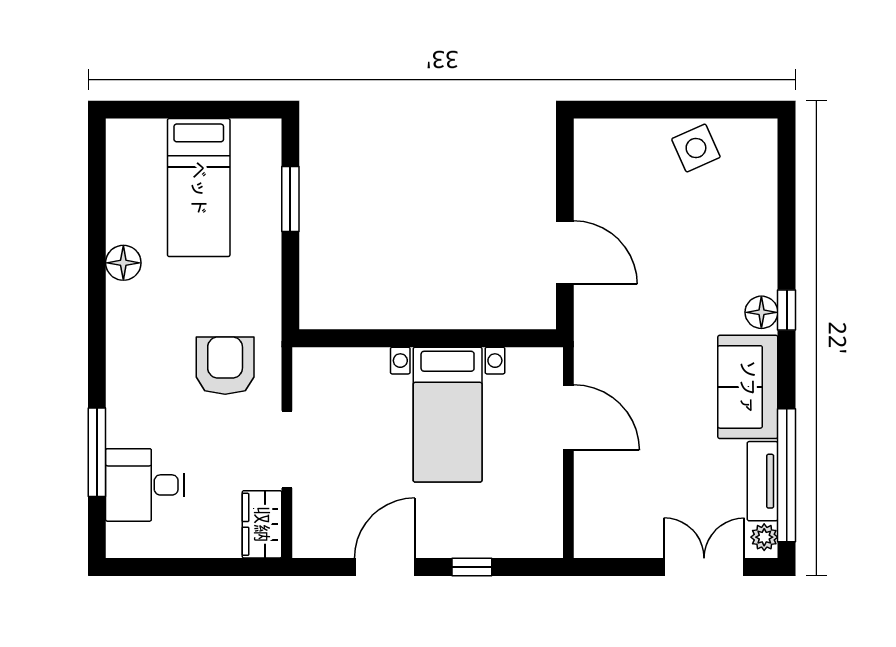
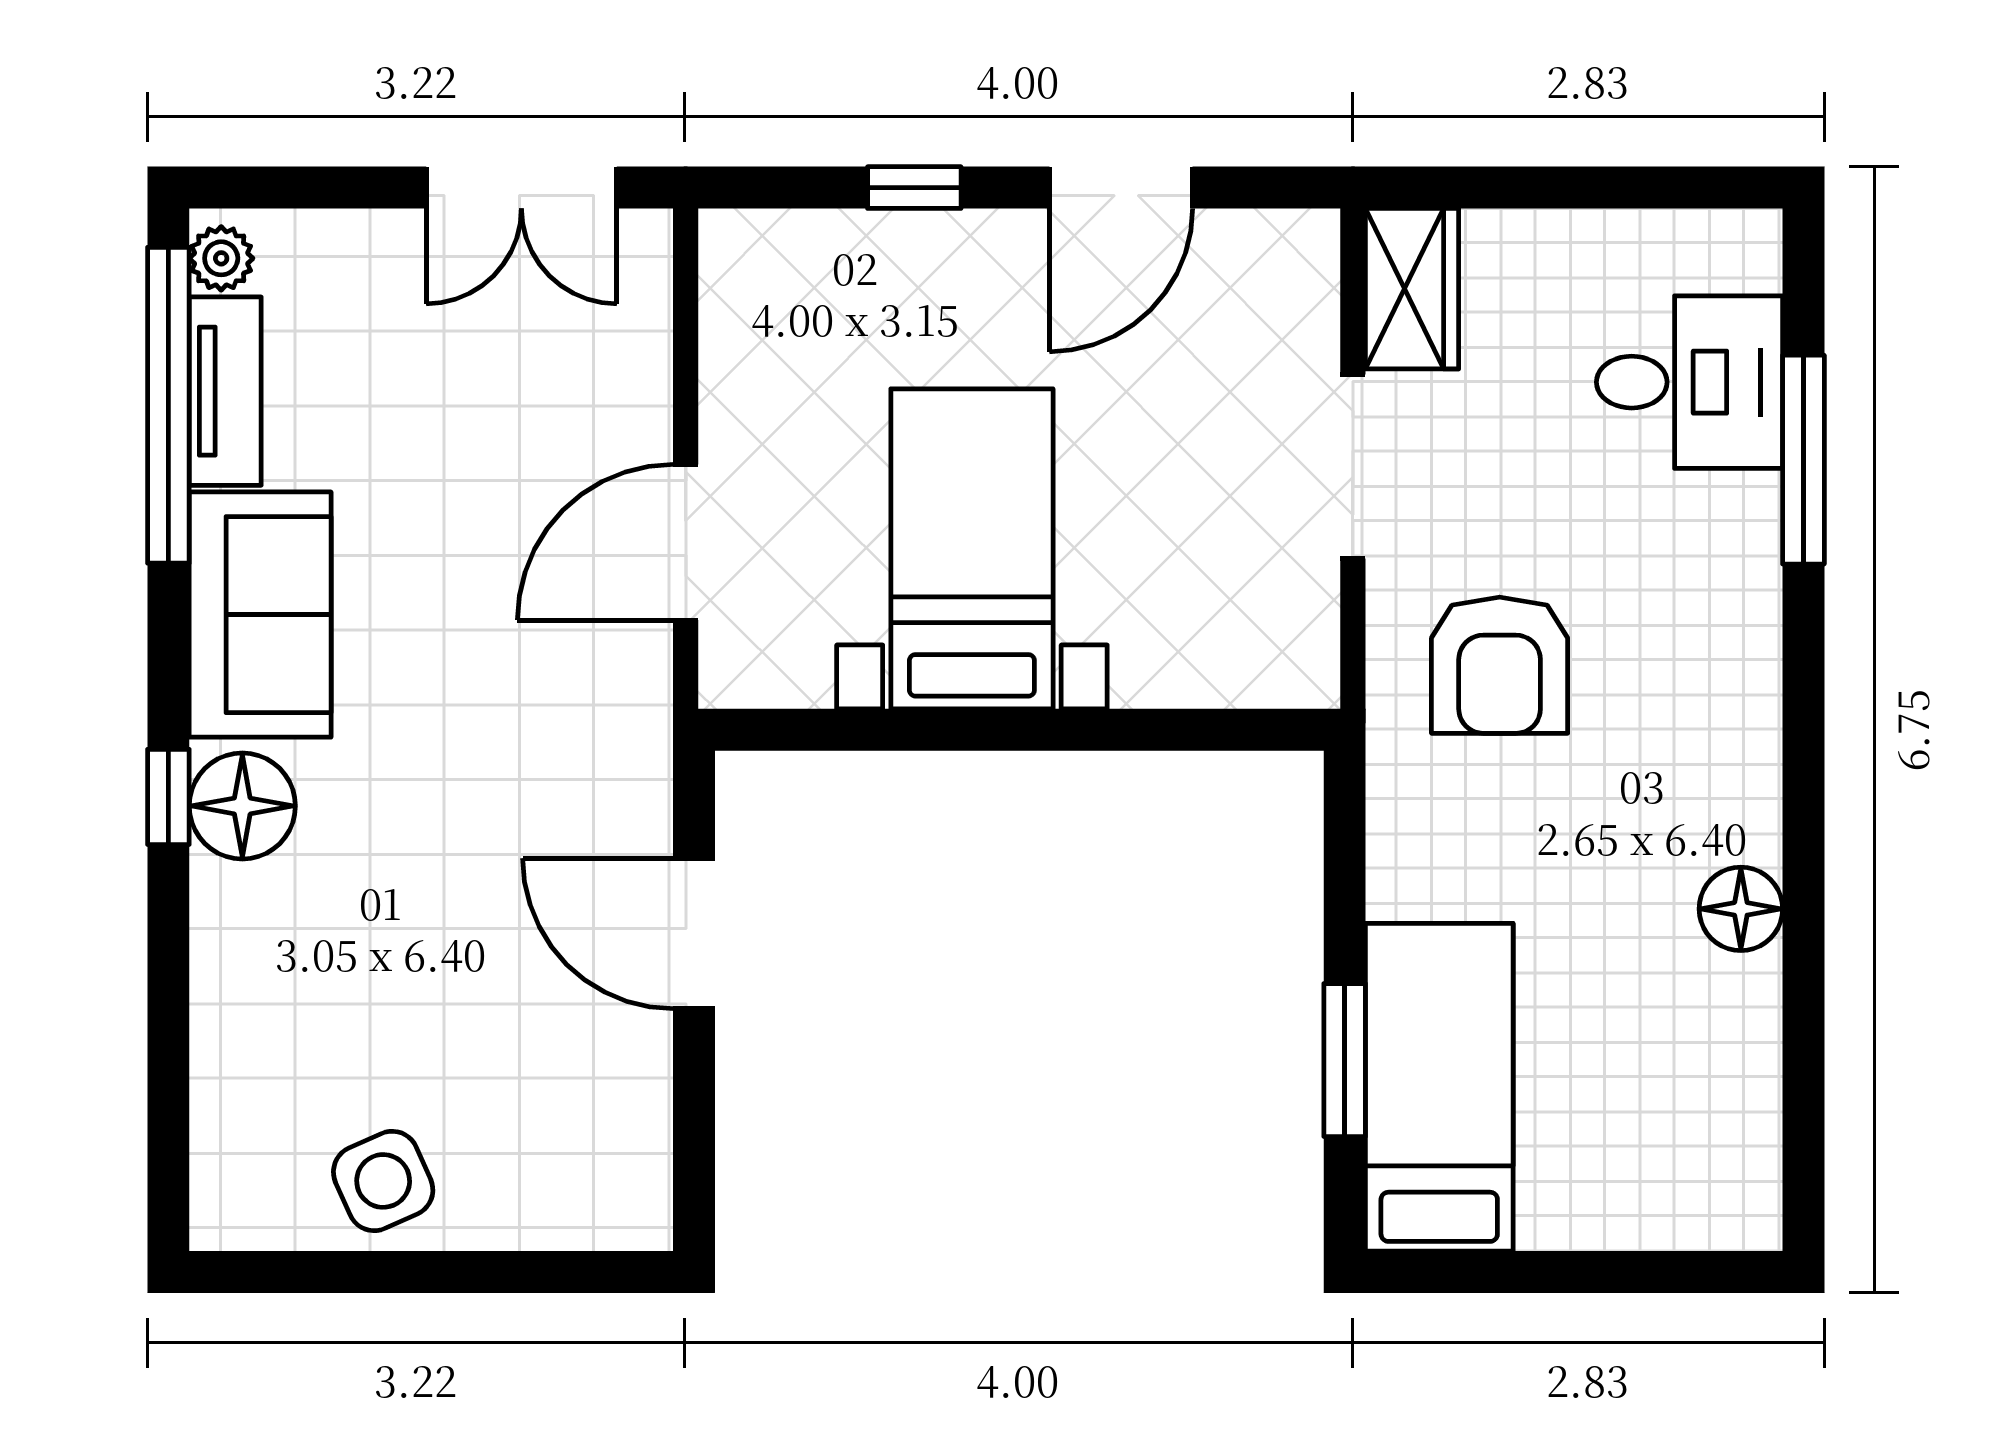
bed: (199, 188) -> (1439, 1087), moved
floor lamp: (761, 312) -> (242, 806), width x1.38, depth x1.38
door: (568, 417) -> (686, 542), hinge flipped
double door: (704, 567) -> (521, 188), moved

